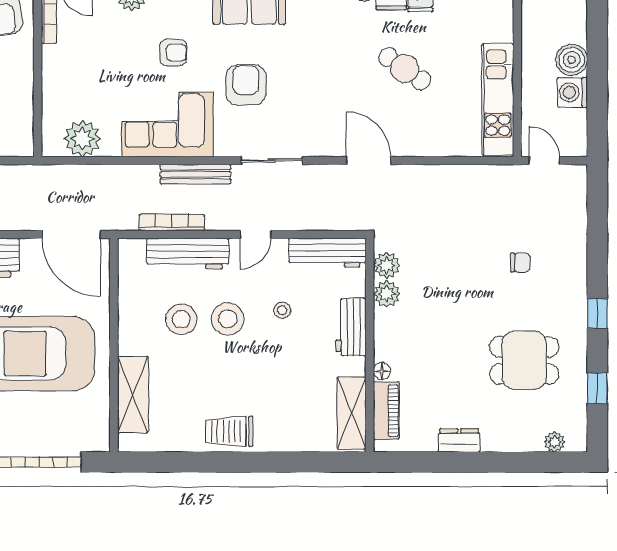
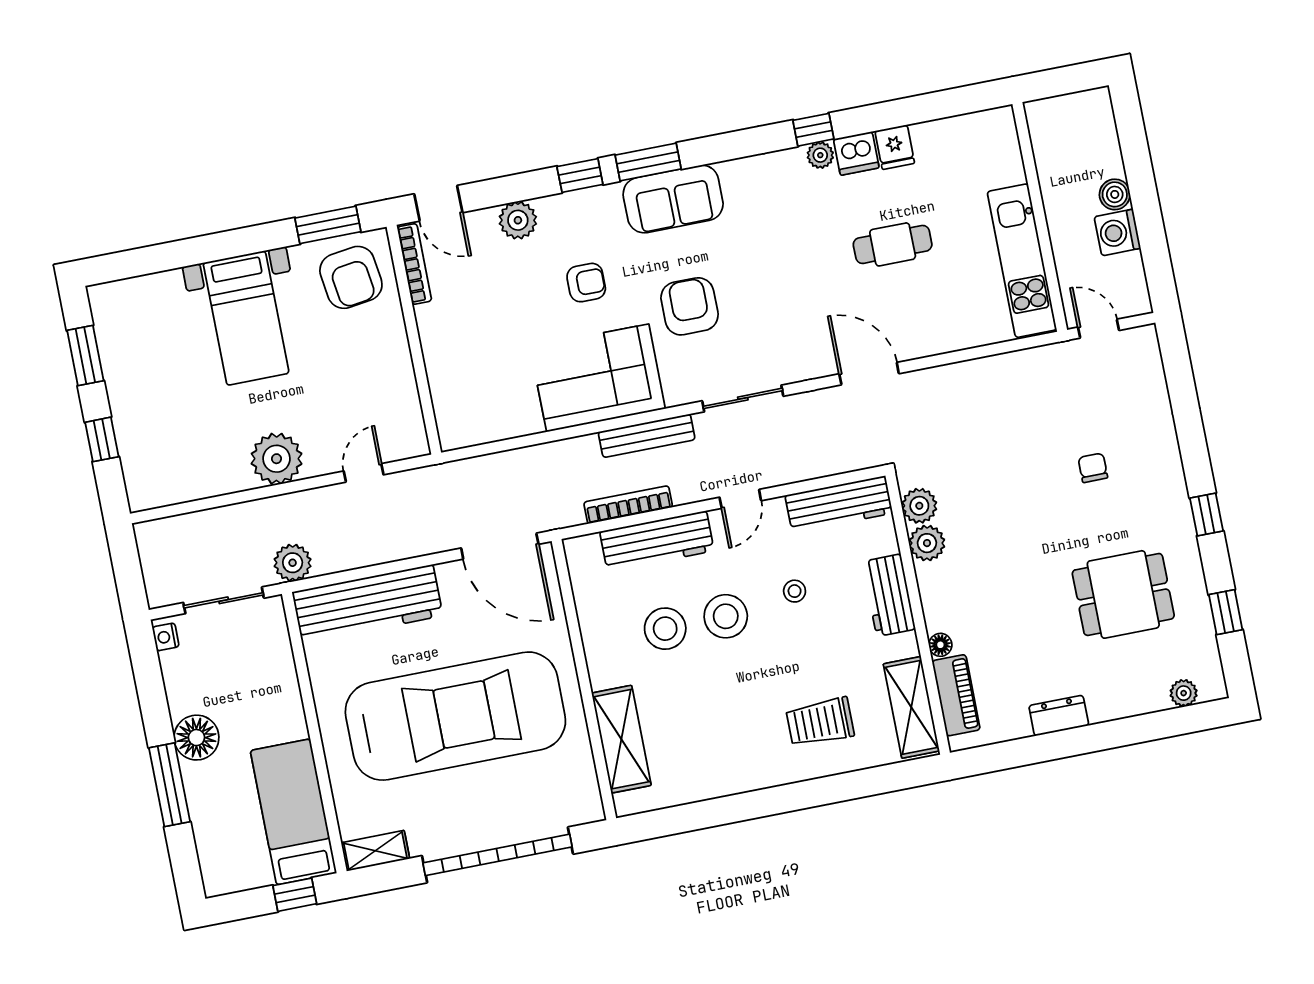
boiler: (572, 60) -> (1115, 194), width x0.73, depth x0.73
cafe table: (405, 69) -> (893, 244), turned -35
plant: (82, 139) -> (490, 418), removed
chair: (520, 262) -> (1093, 468), turned -90
trolley: (229, 431) -> (820, 722), moved

